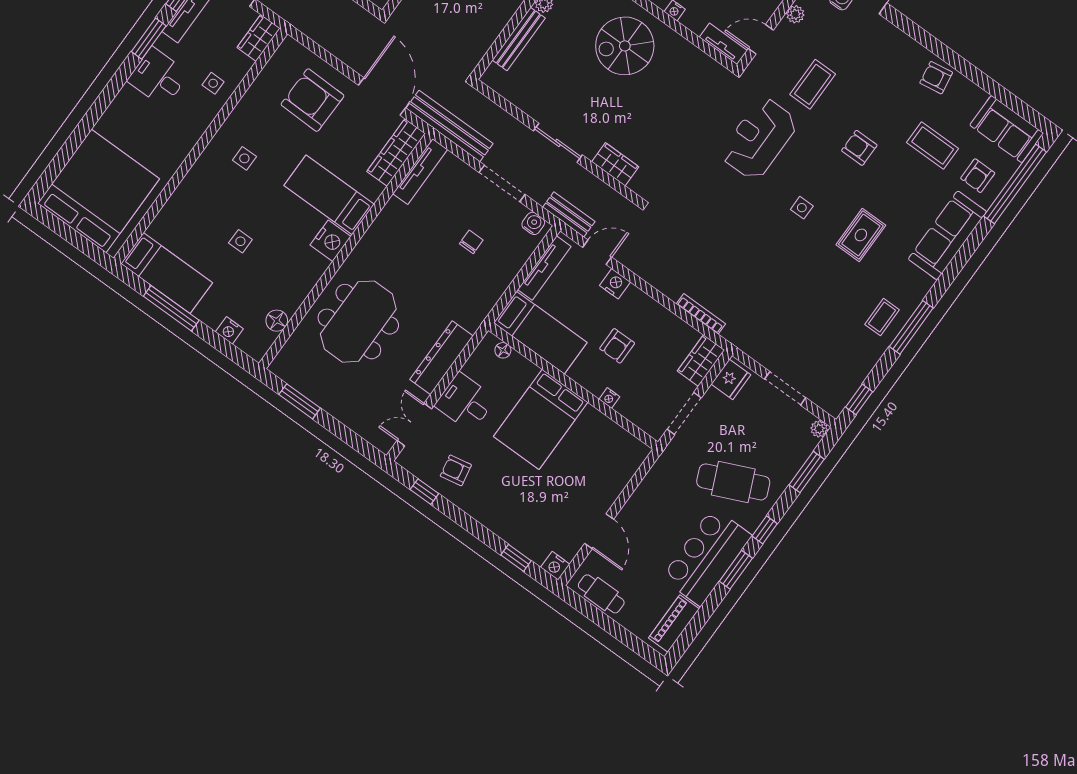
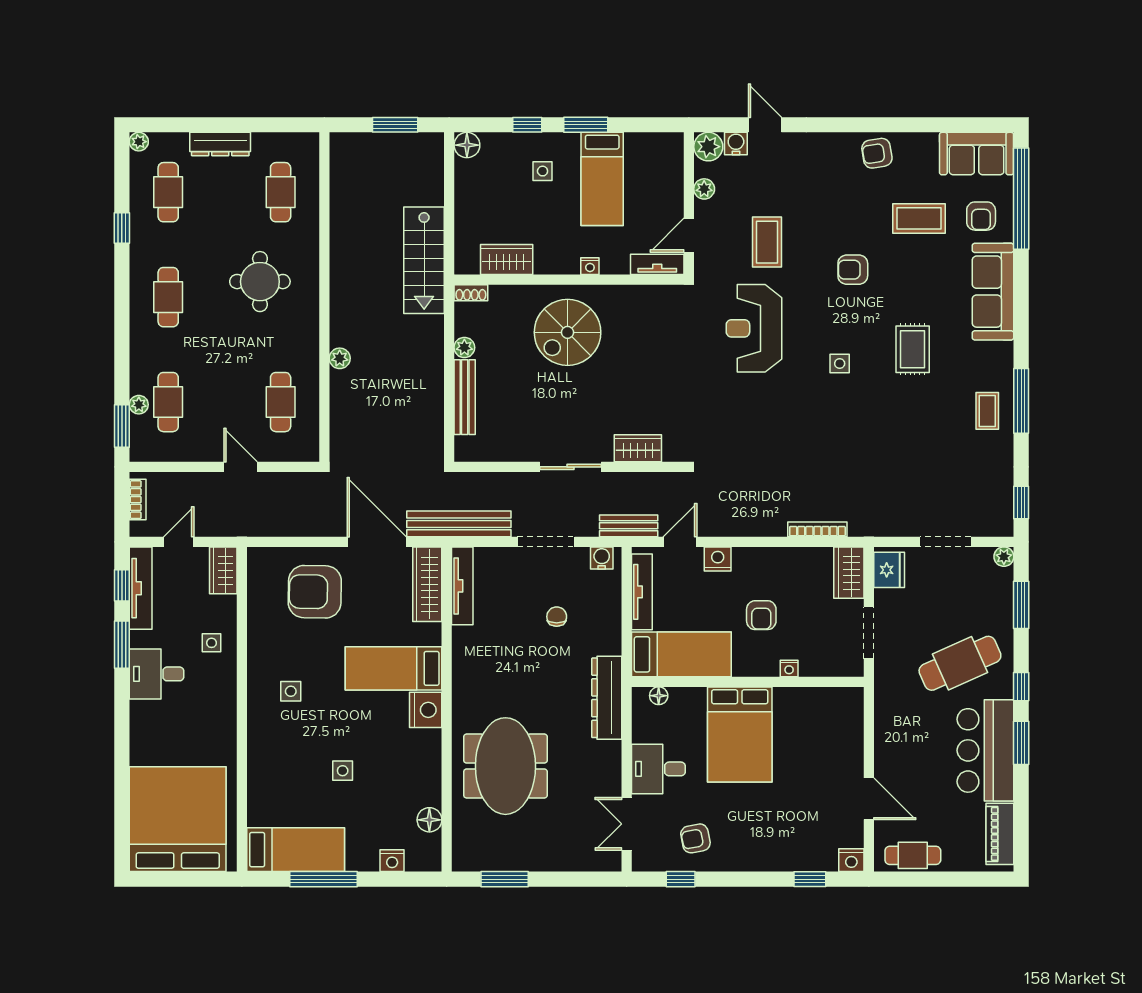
dresser: (441, 358) -> (607, 698), moved

